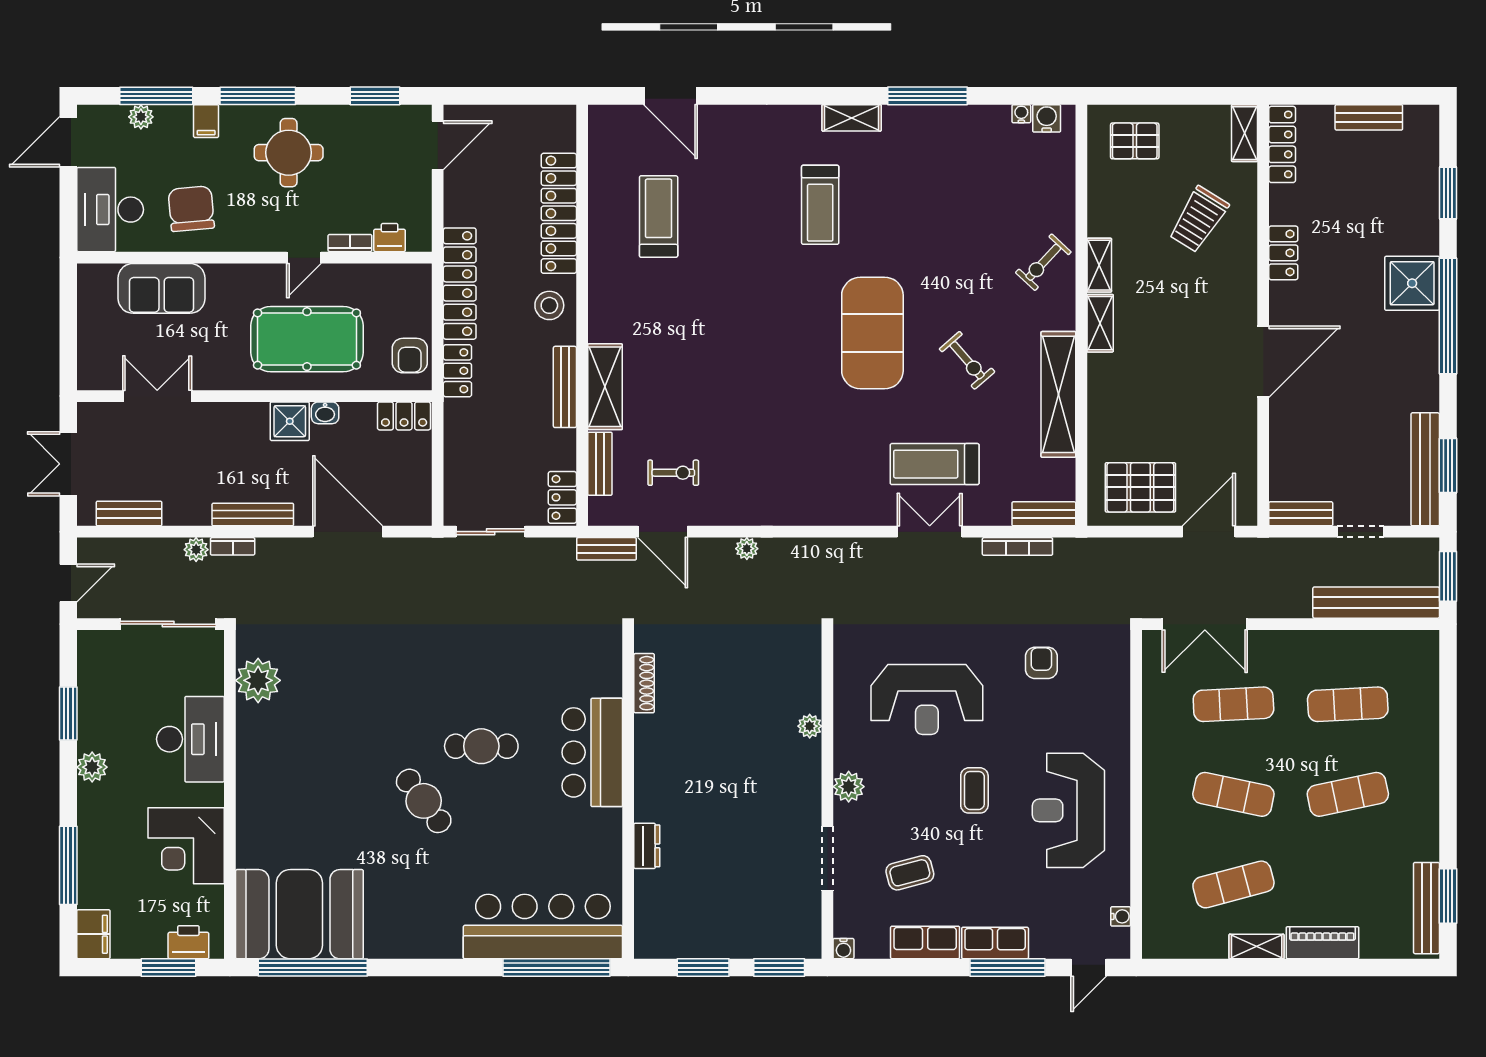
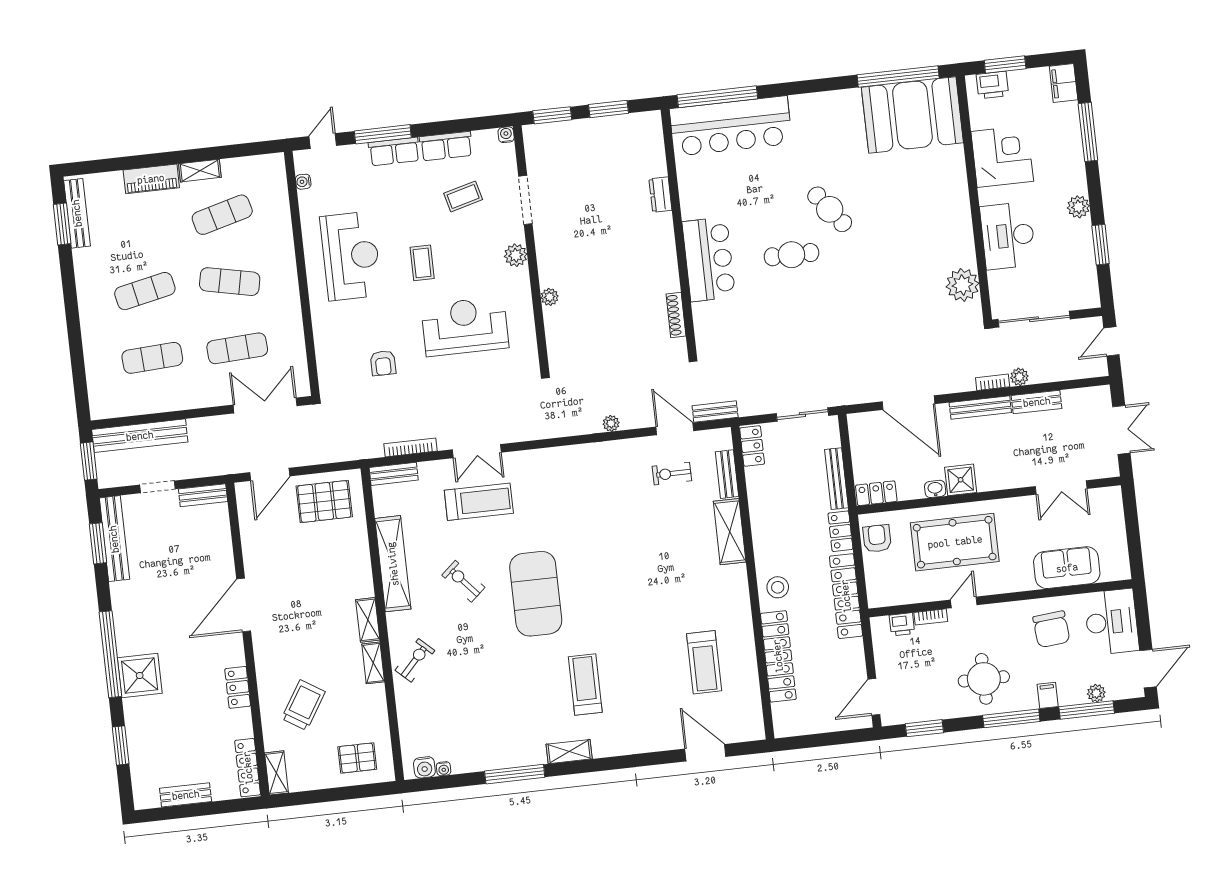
bench: (565, 387) -> (836, 479), moved
bench: (129, 513) -> (1037, 402), moved

